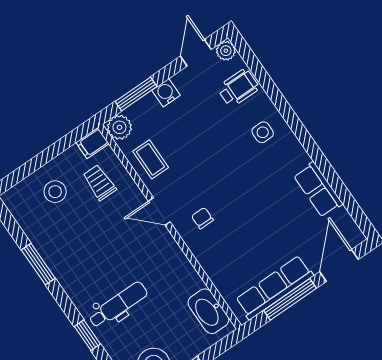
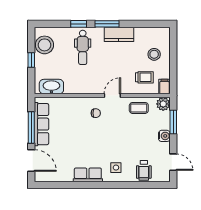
plant: (226, 51) -> (165, 176), removed
row of seats: (318, 190) -> (88, 175), moved
window: (38, 264) -> (107, 24), moved
kitchen counter: (62, 264) -> (119, 34), added

